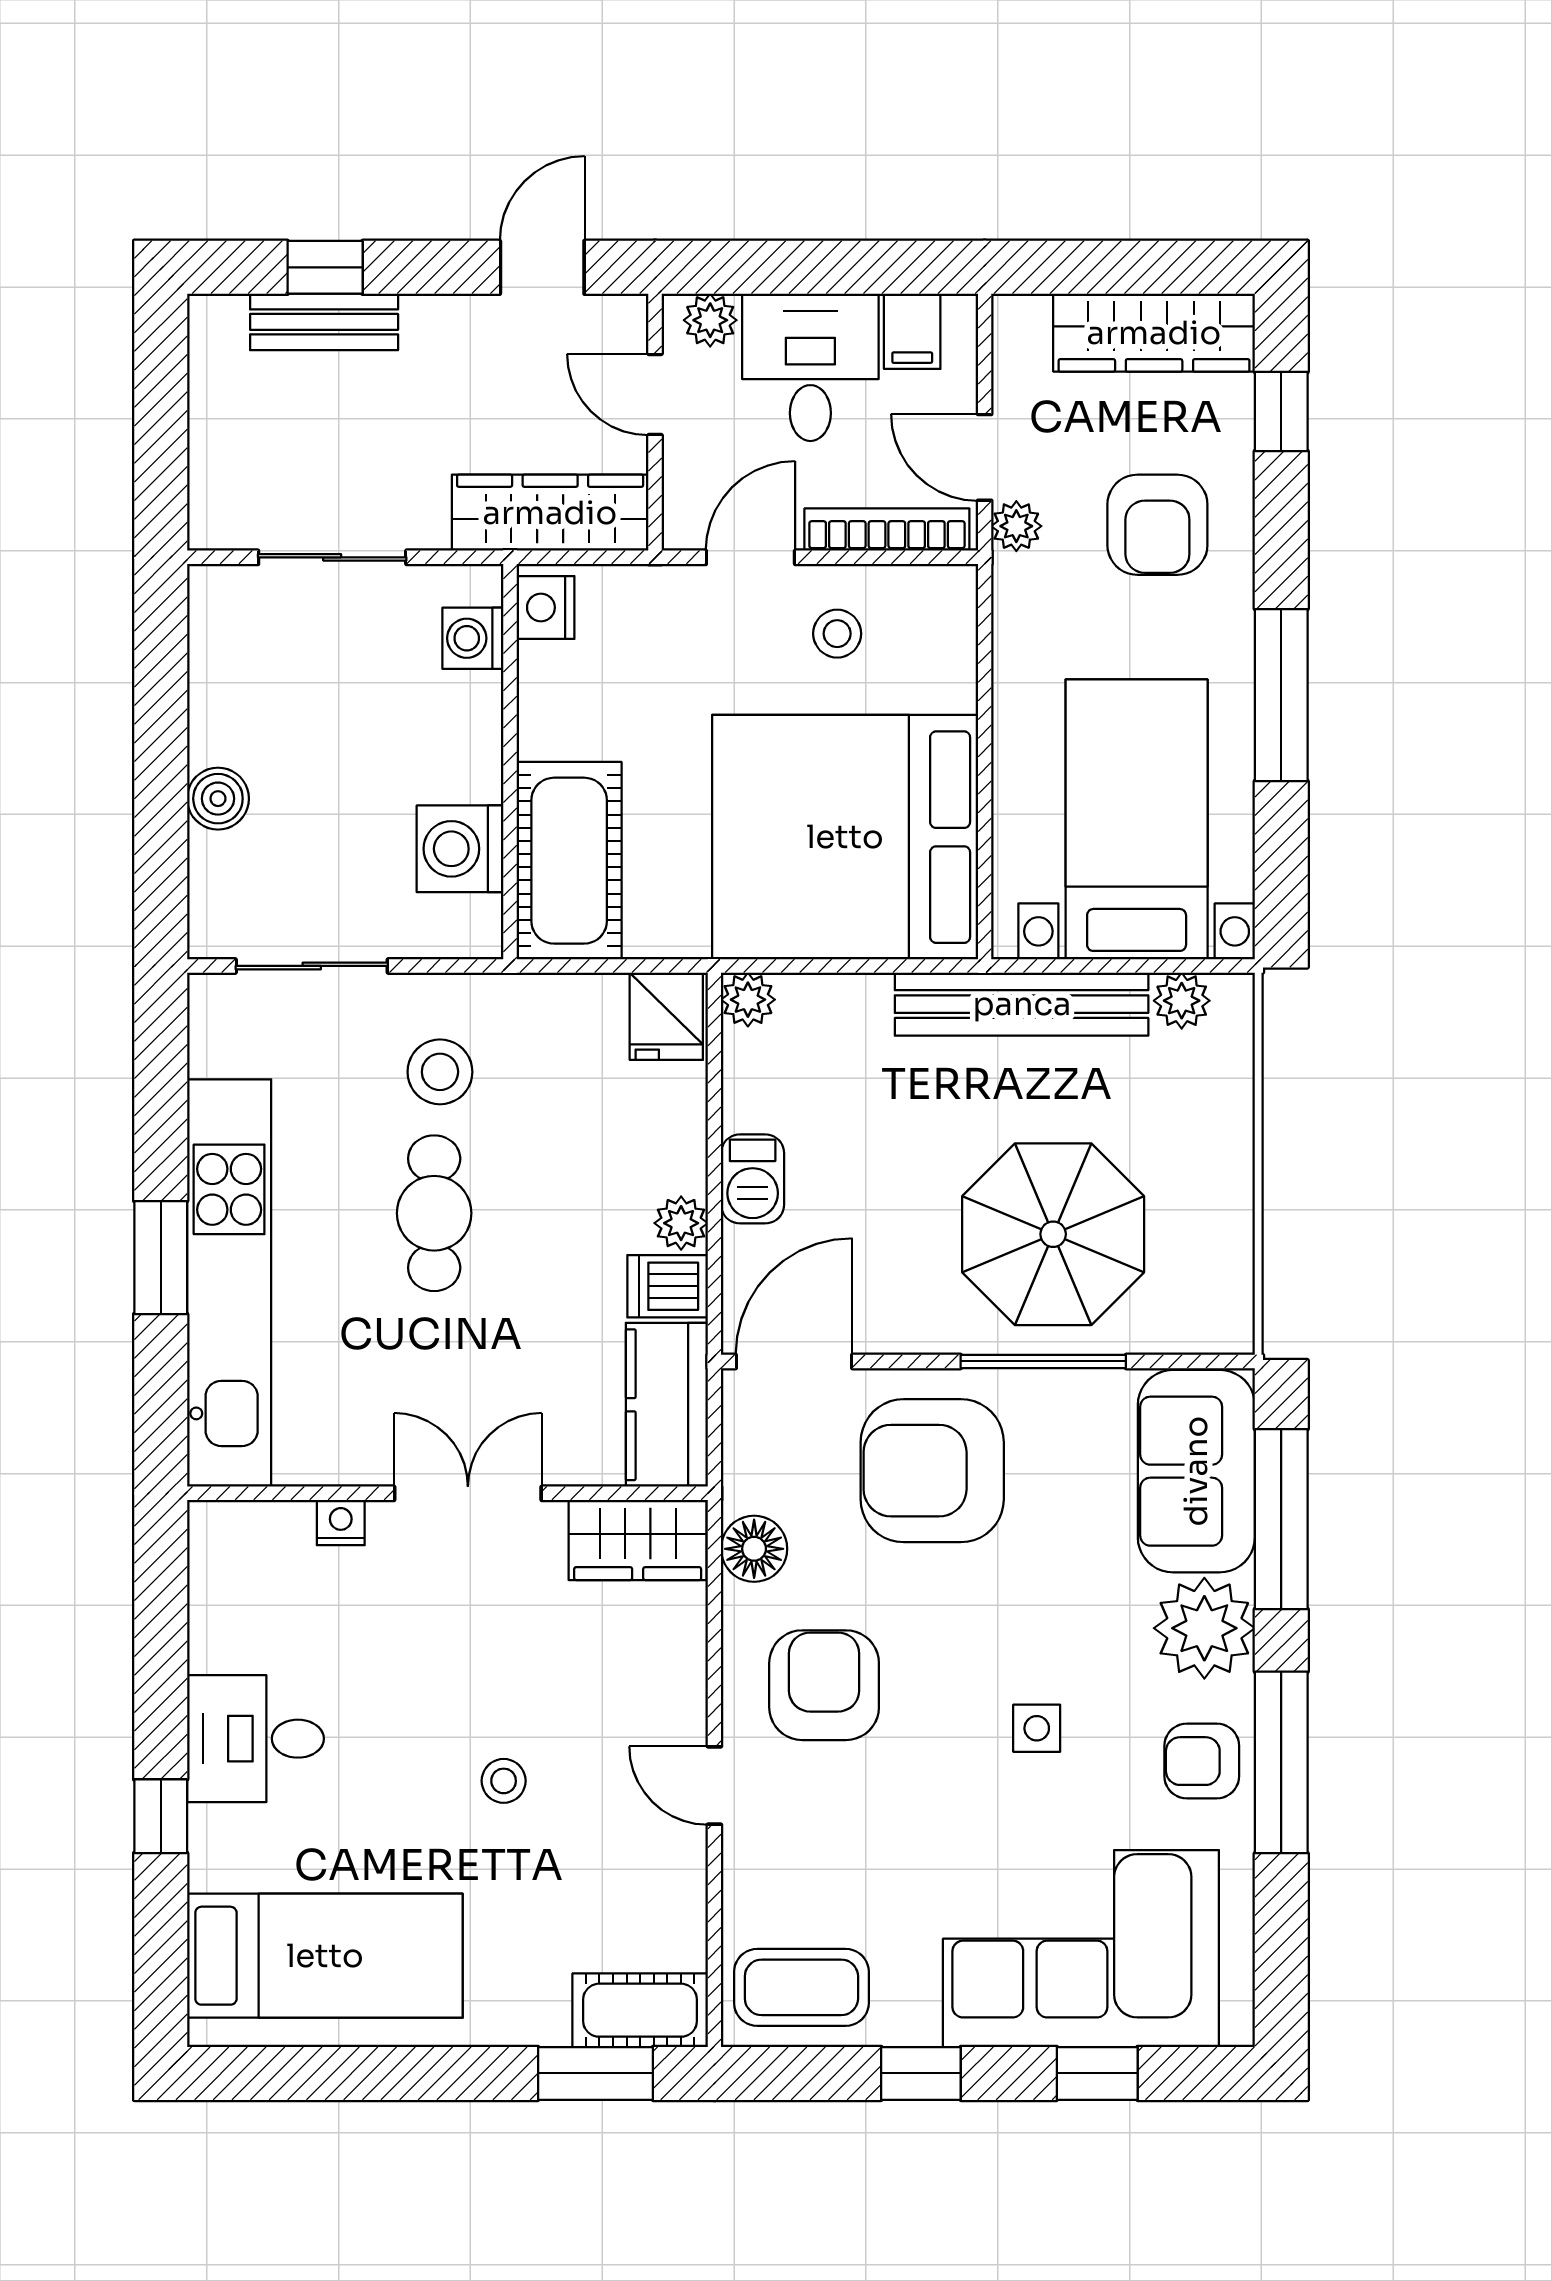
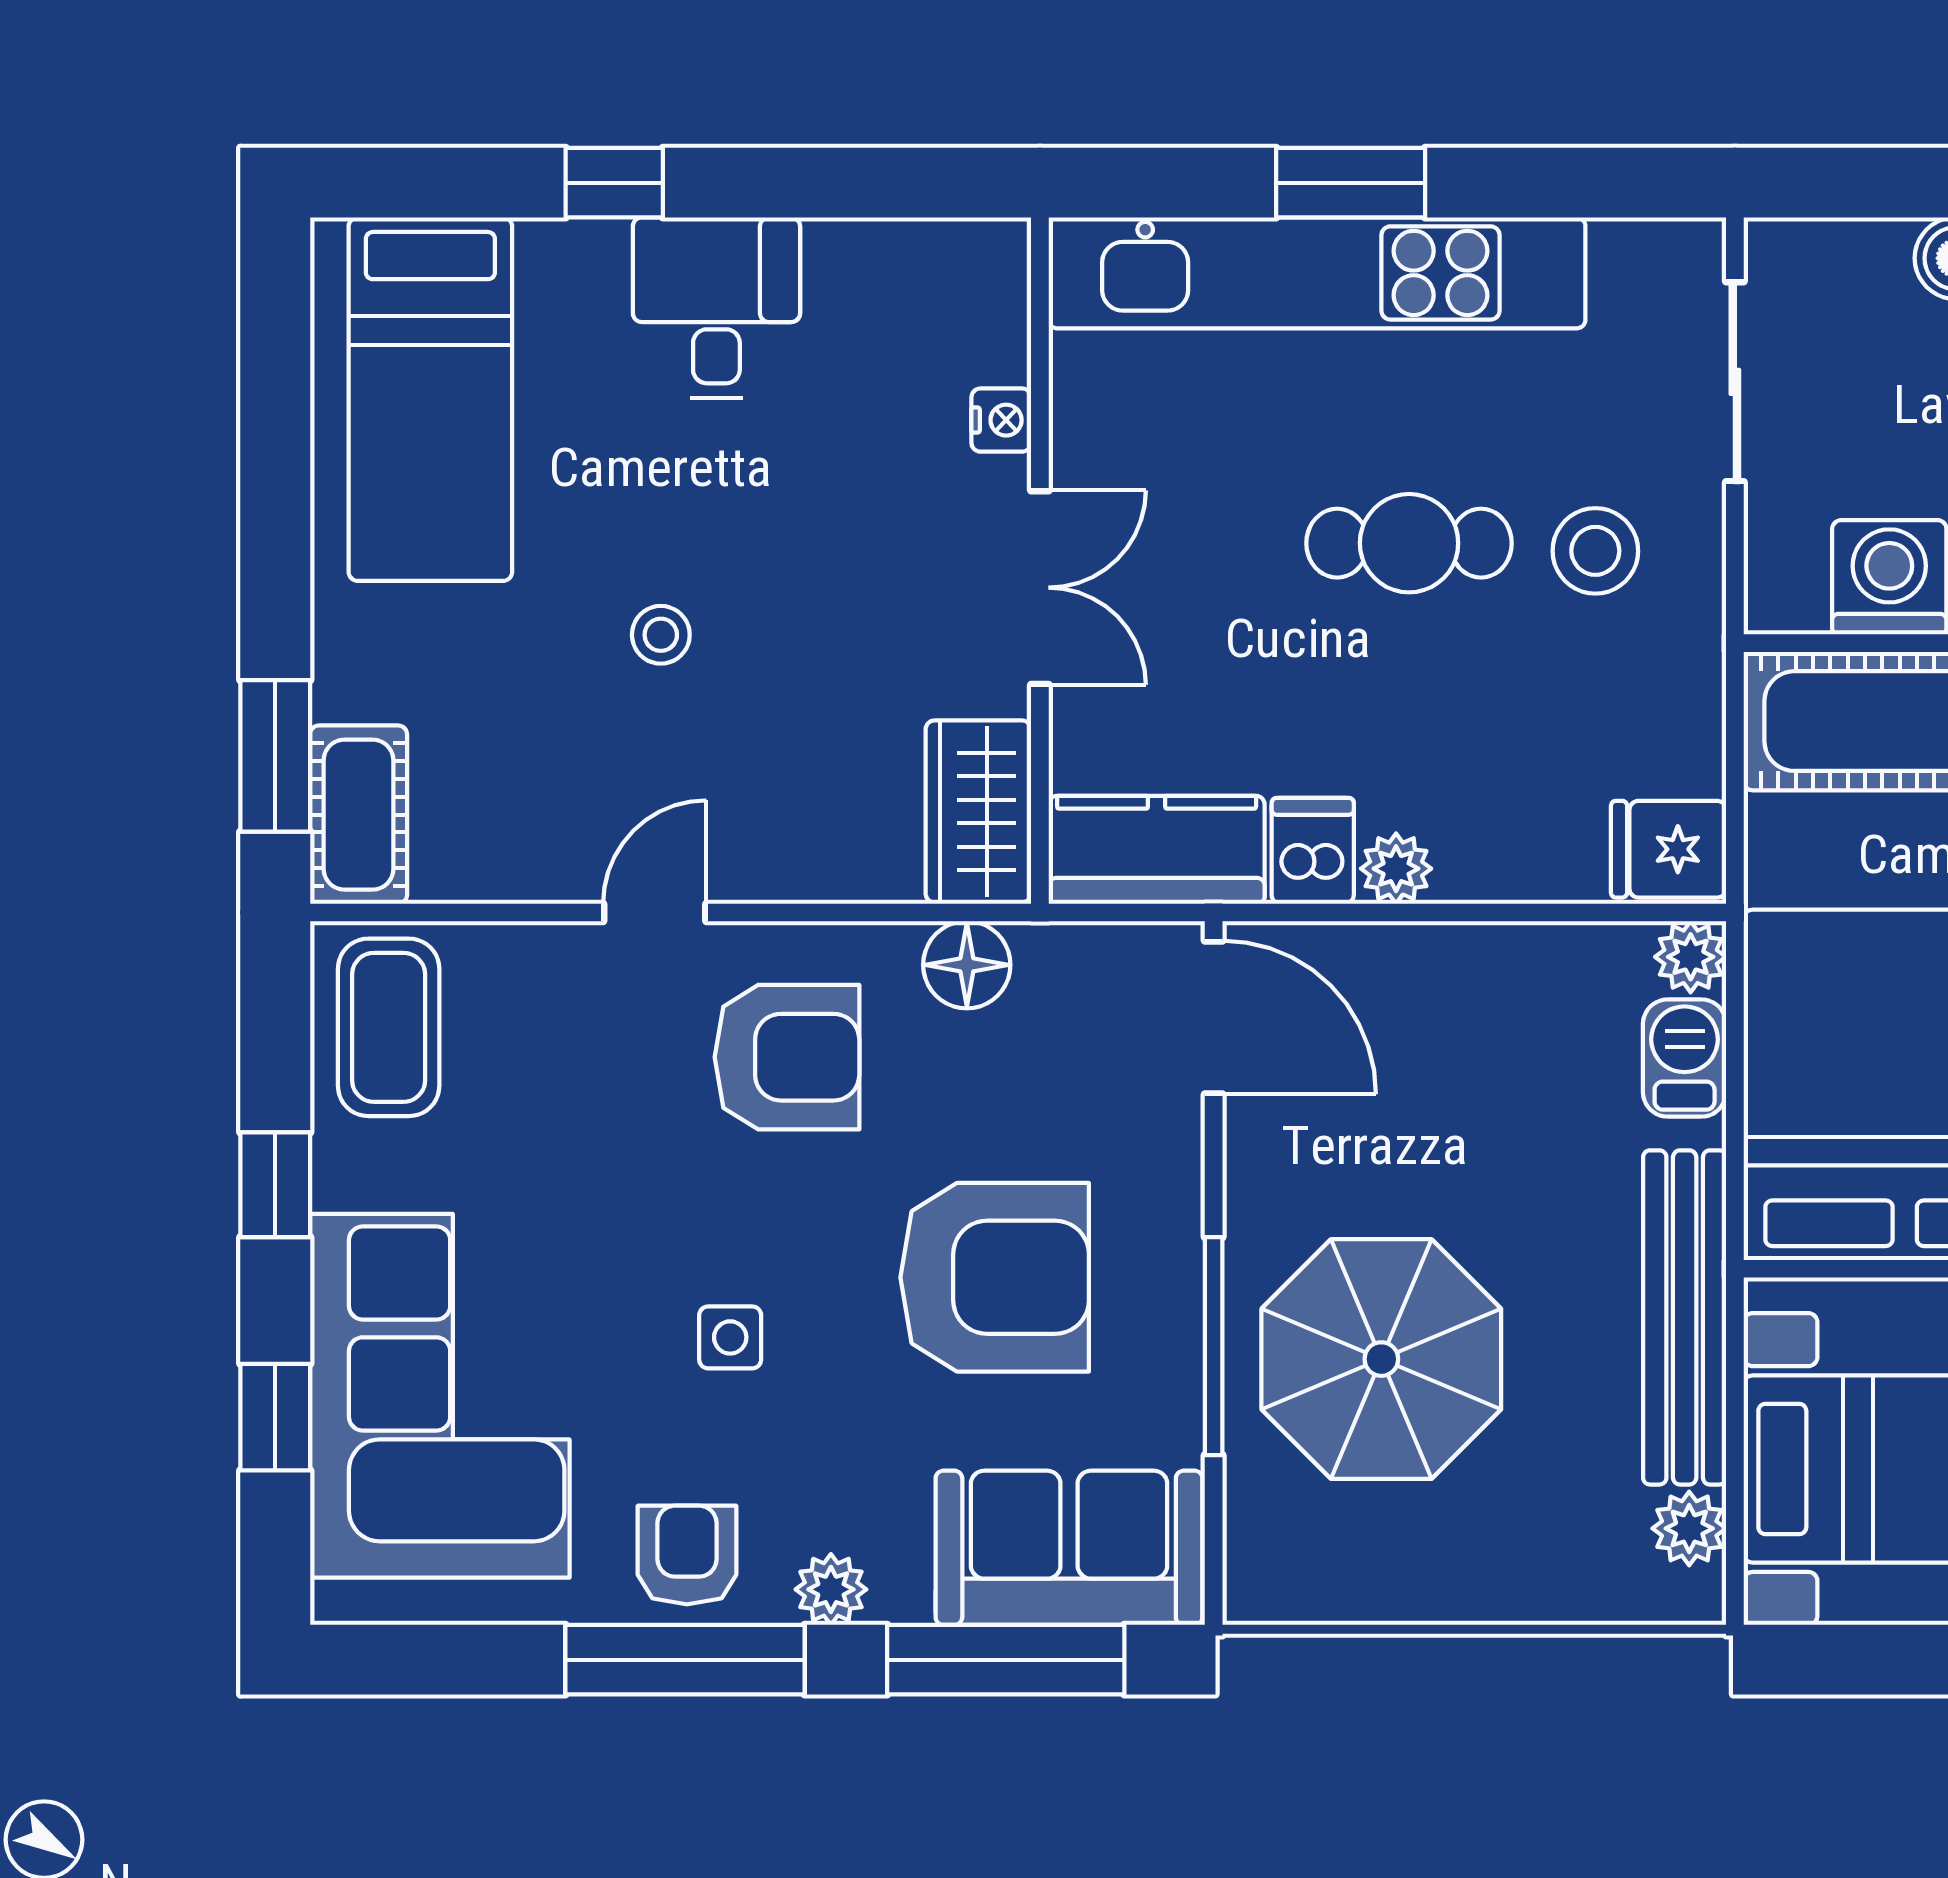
barbecue: (753, 1179) -> (1685, 1058), moved, turned 90
armchair: (932, 1471) -> (995, 1277), moved, turned 90
plant: (1204, 1628) -> (831, 1589), width x0.53, depth x0.53

